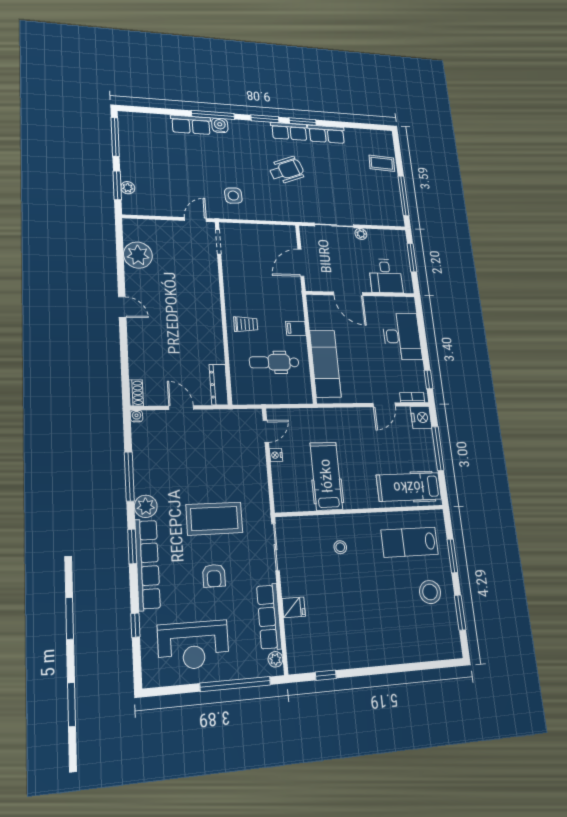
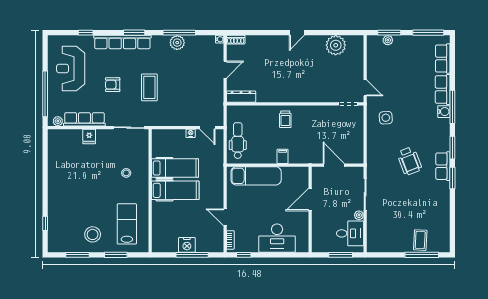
row of seats: (327, 134) -> (443, 59), moved
window: (404, 196) -> (422, 255), moved
desk: (386, 276) -> (350, 233), moved, turned 180
dental chair: (274, 362) -> (238, 141), moved
nightstand: (421, 417) -> (187, 245), moved
hospital bed: (409, 487) -> (175, 190), moved, turned 90
plant: (146, 506) -> (177, 43), moved
coffee table: (214, 519) -> (149, 87), width x0.73, depth x0.76
window: (326, 675) -> (45, 223), moved

